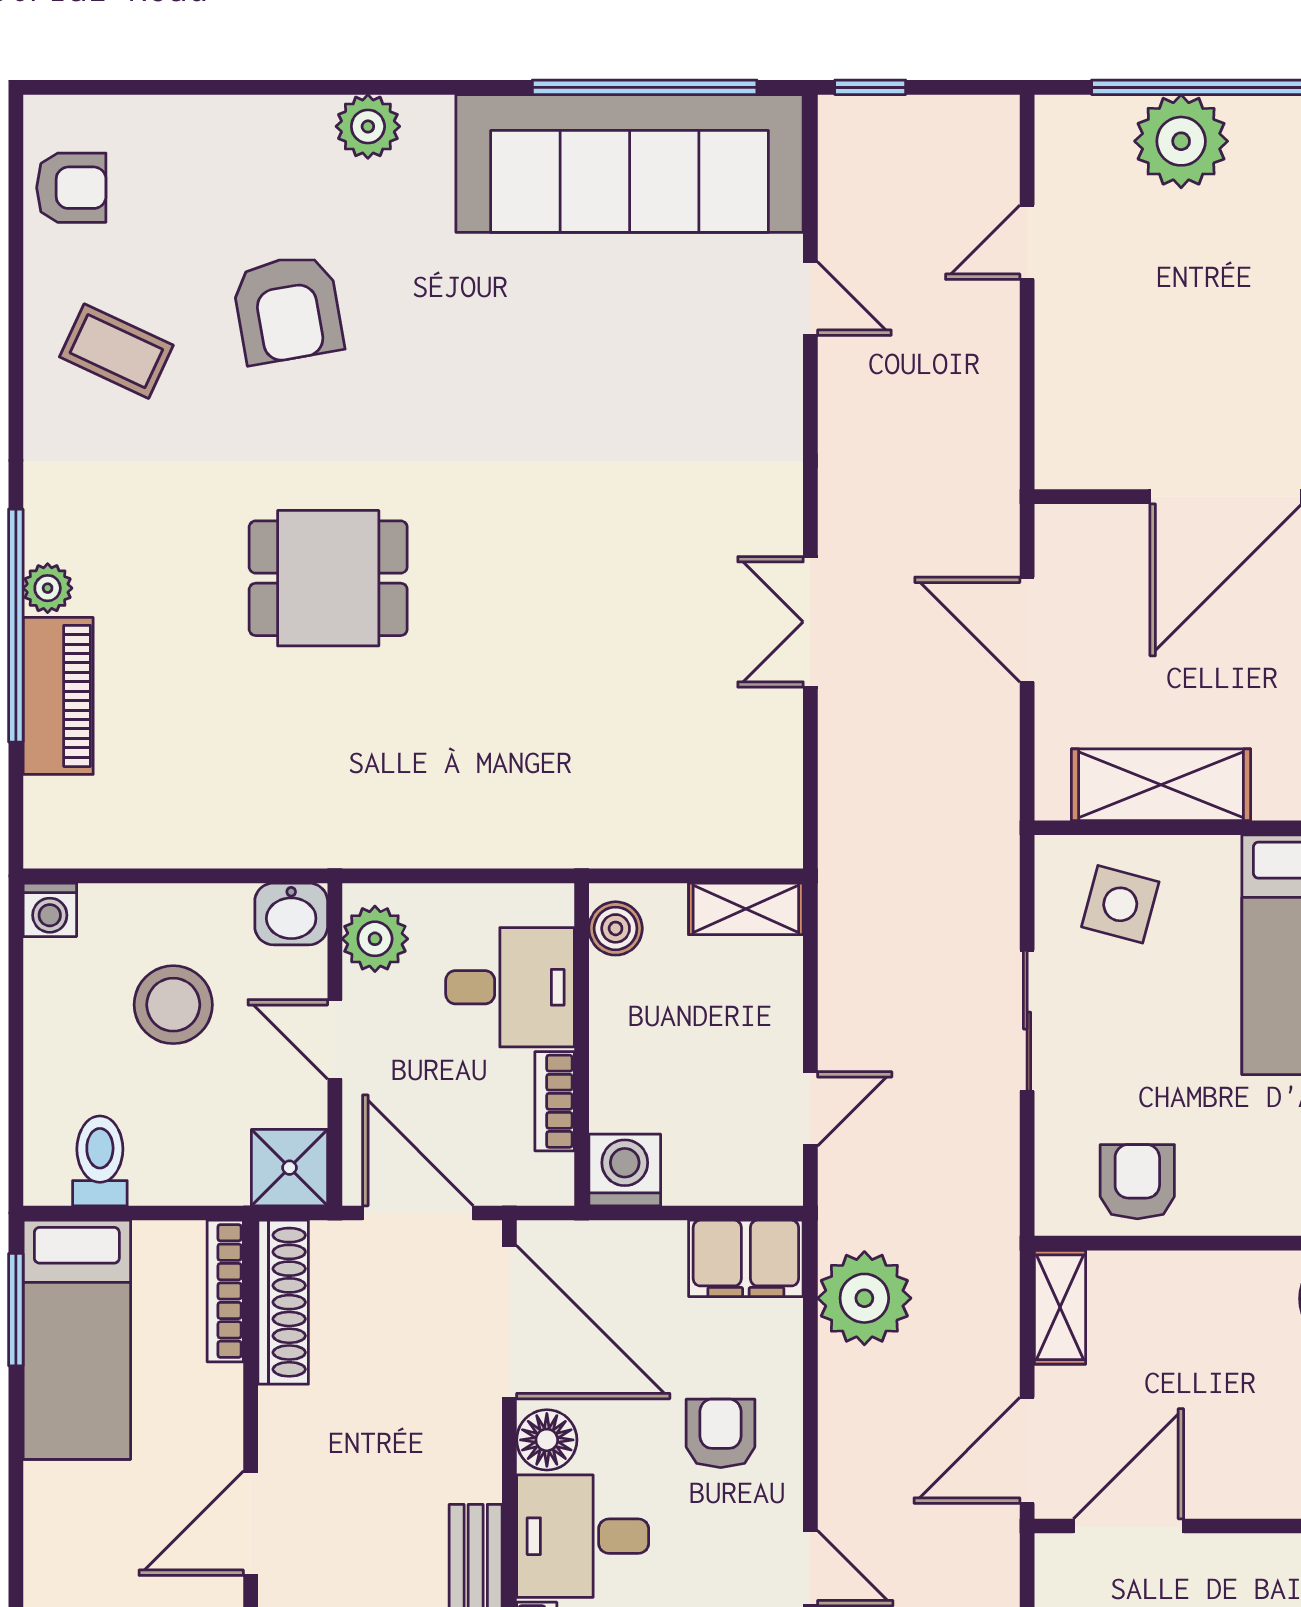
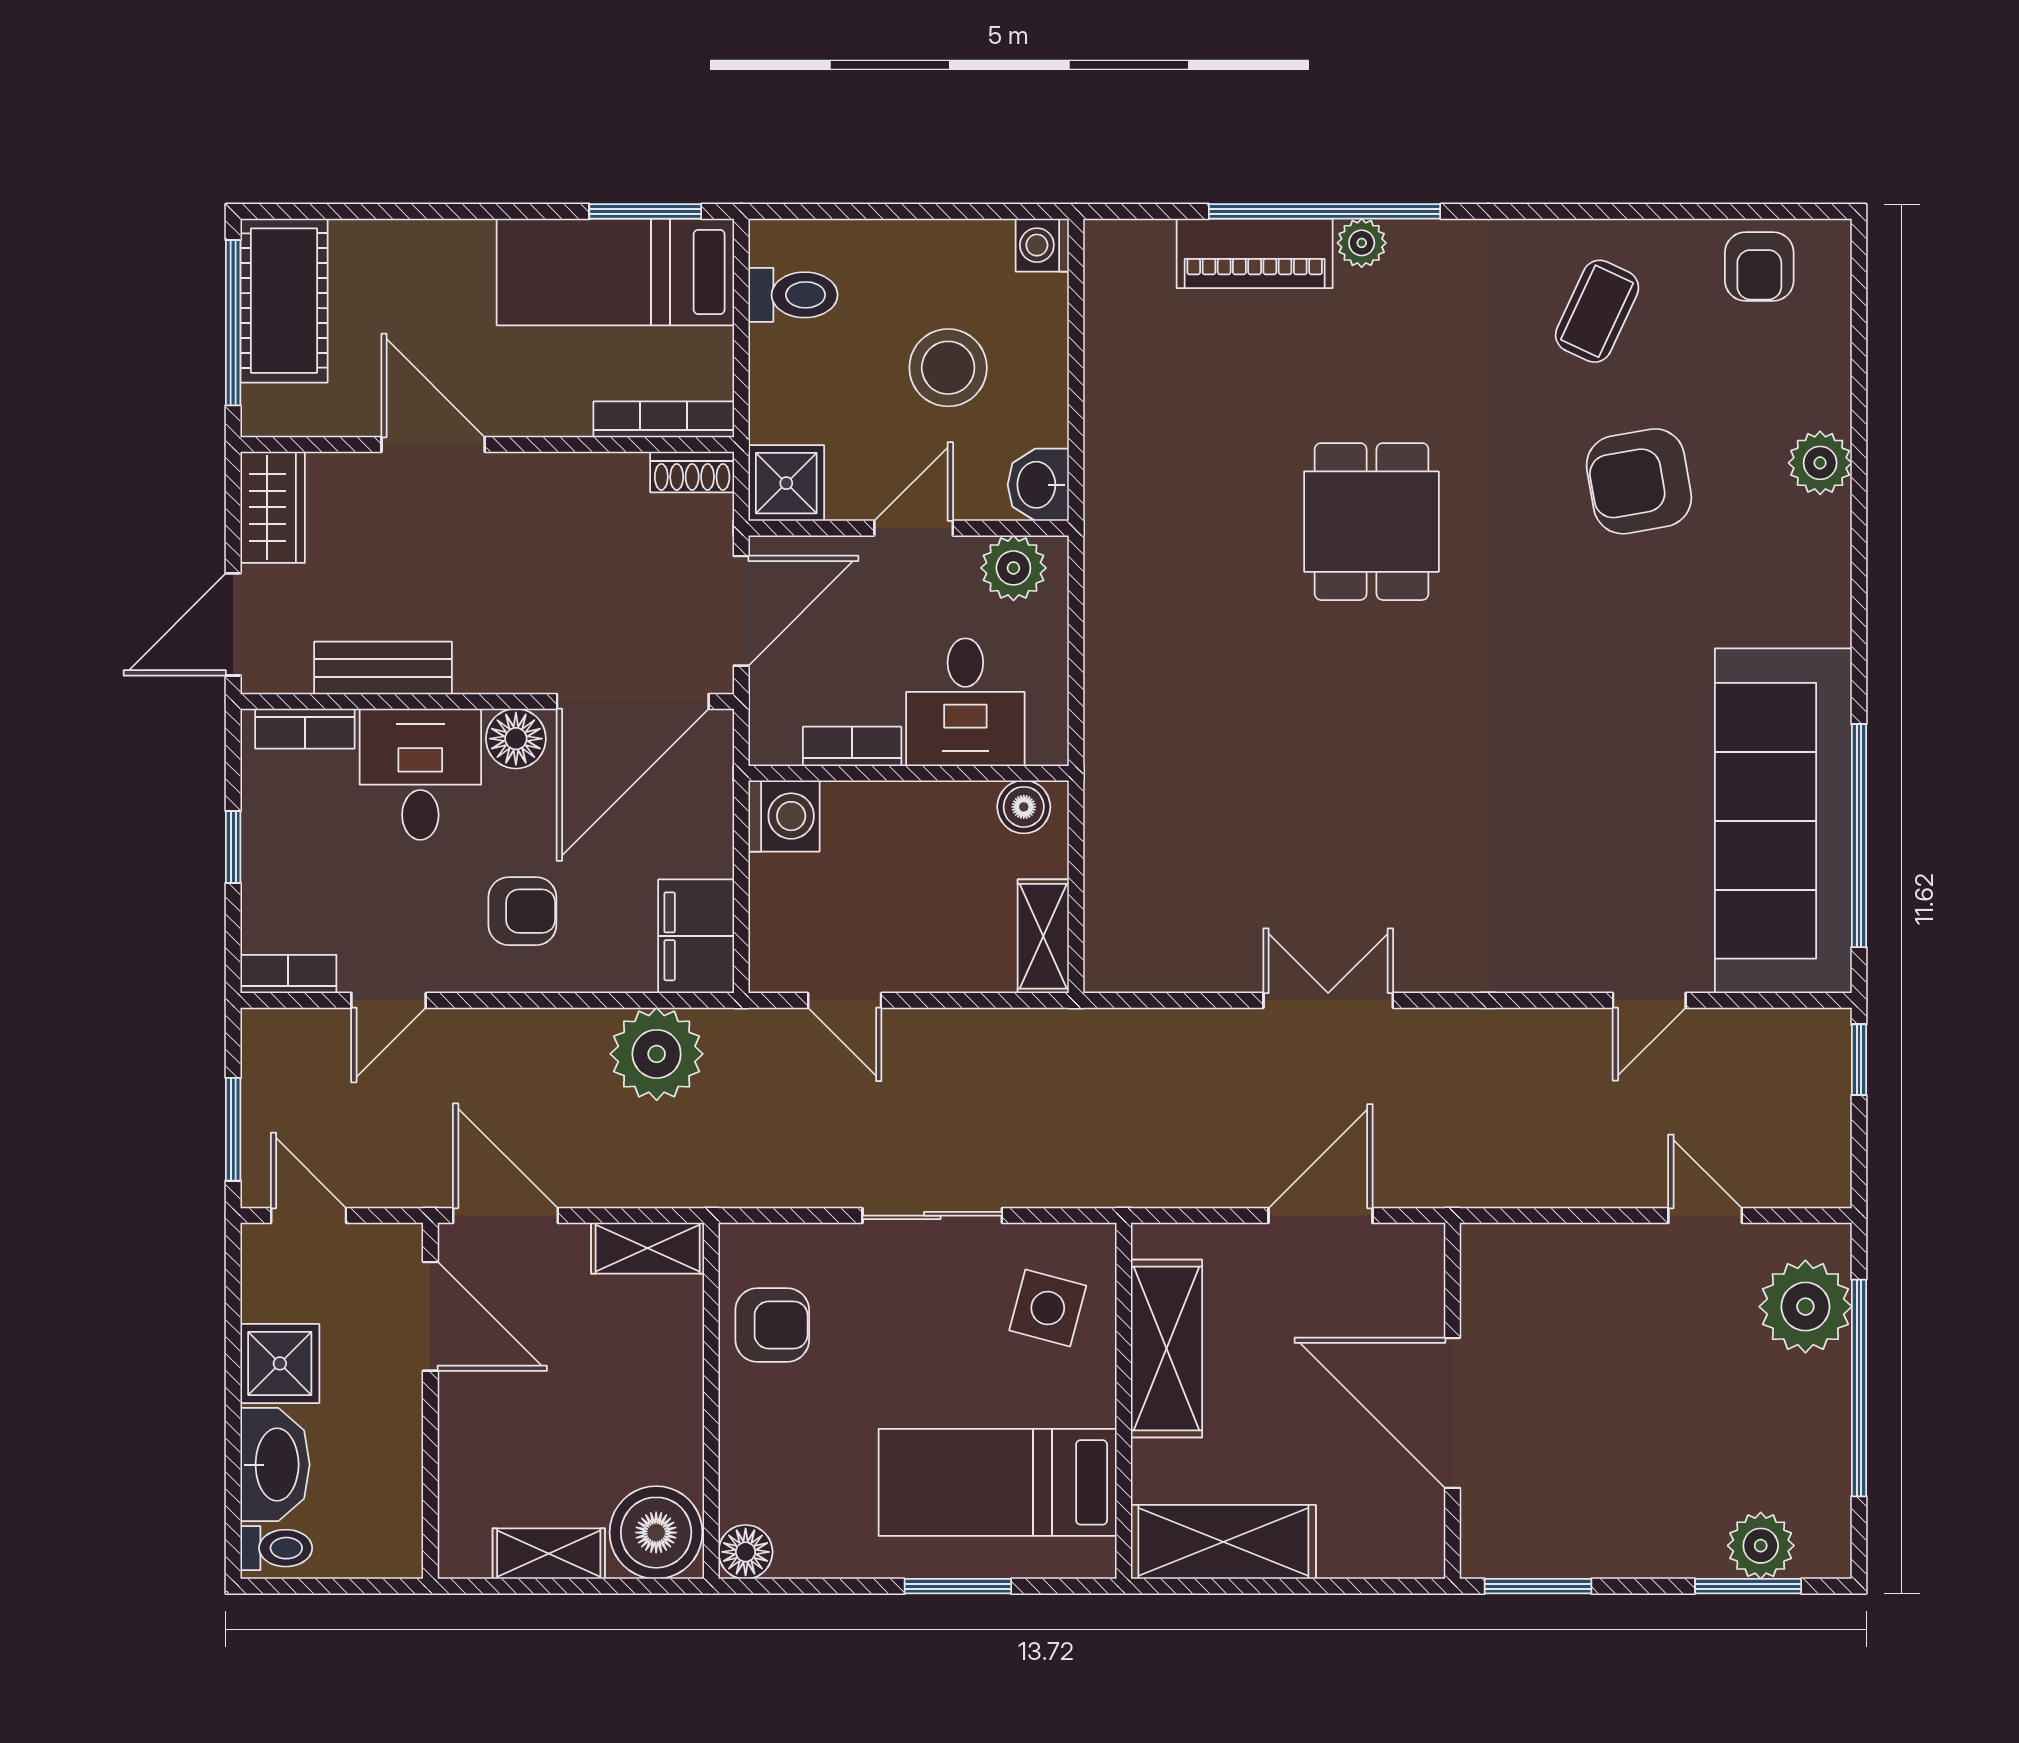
plant: (368, 126) -> (1820, 463), moved
plant: (1181, 141) -> (1805, 1307), moved
shoe rack: (283, 1302) -> (692, 472), width x0.51, depth x0.81

